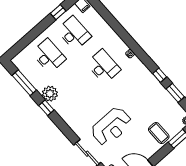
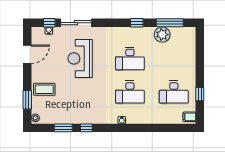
desk: (49, 56) -> (130, 59), moved
plant: (50, 94) -> (162, 35), moved

